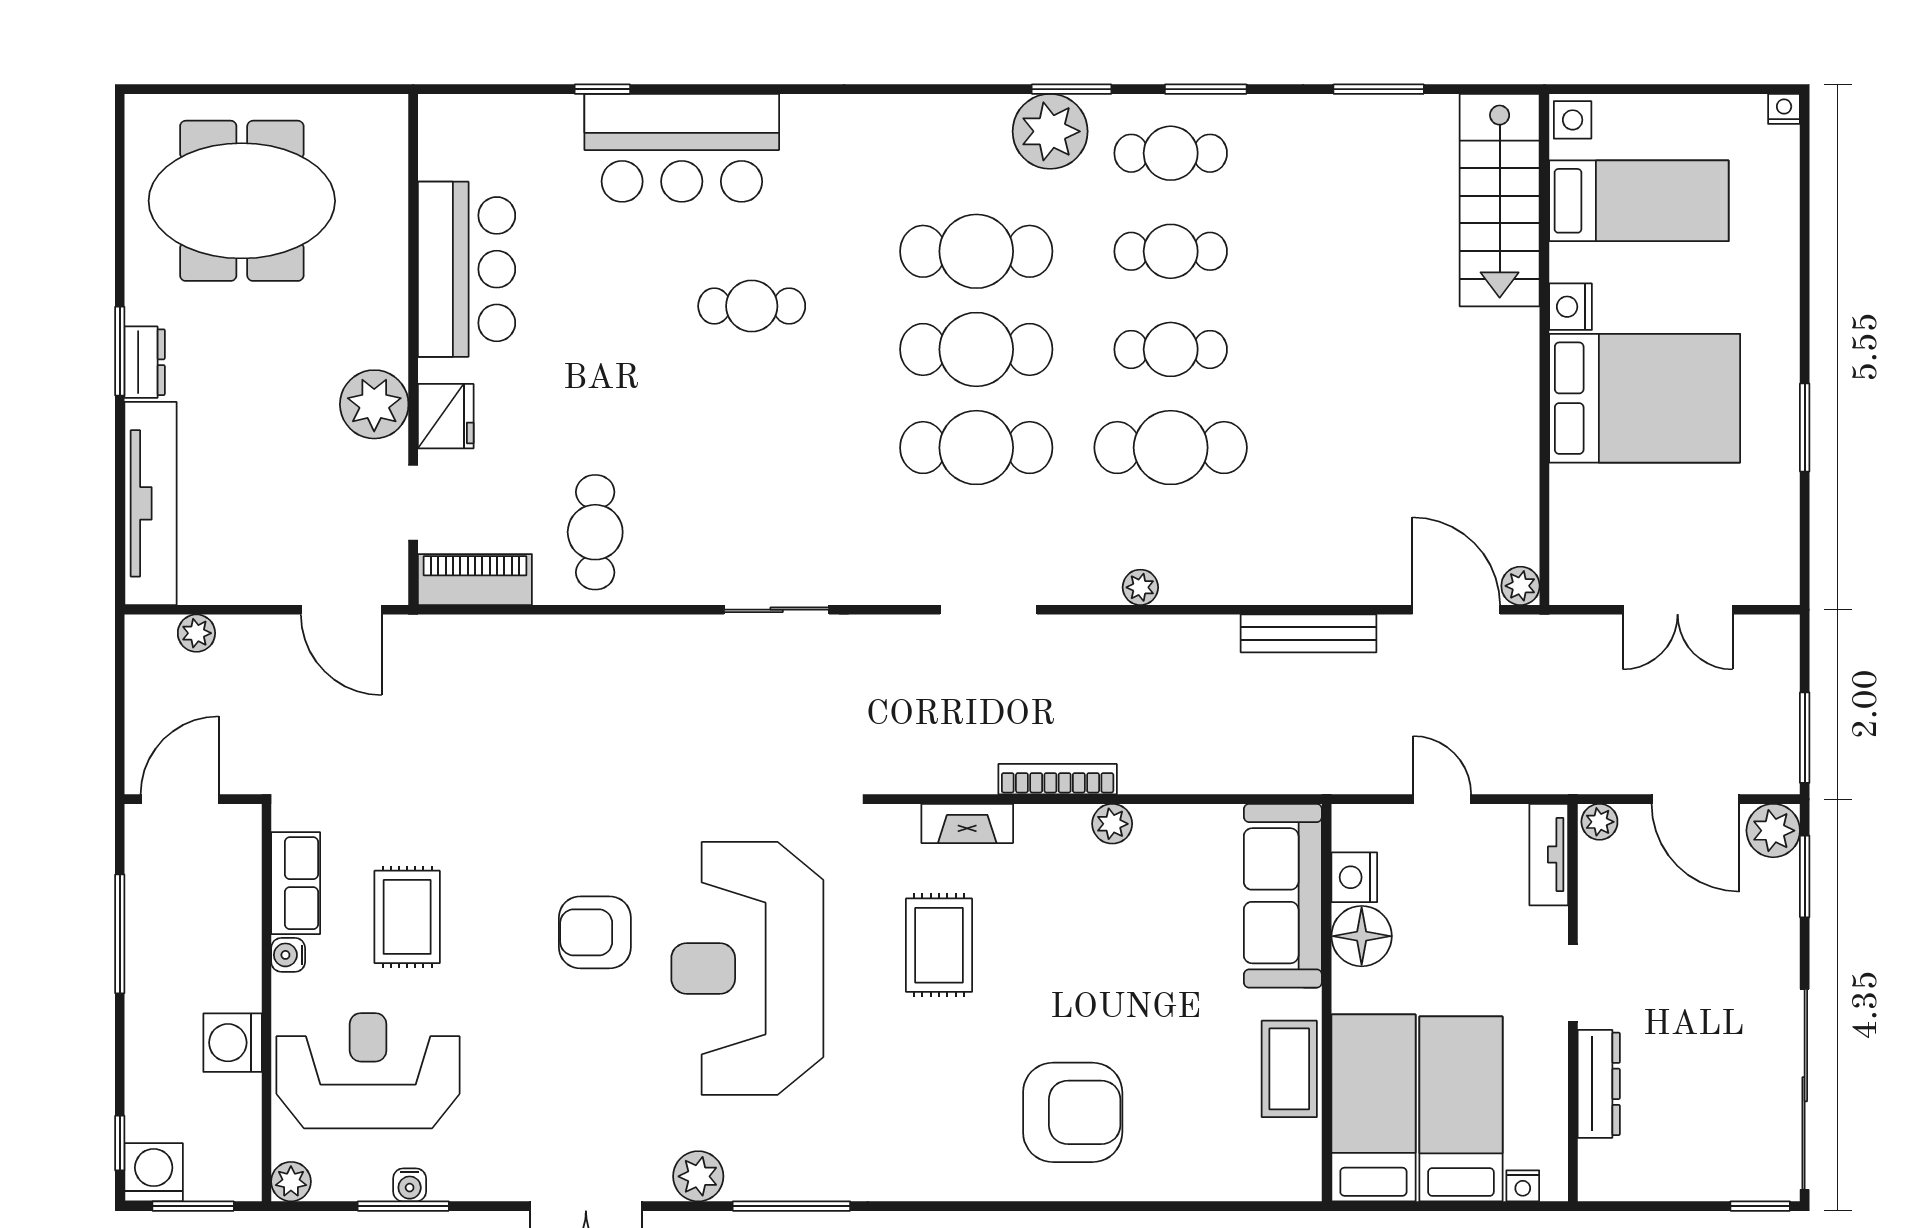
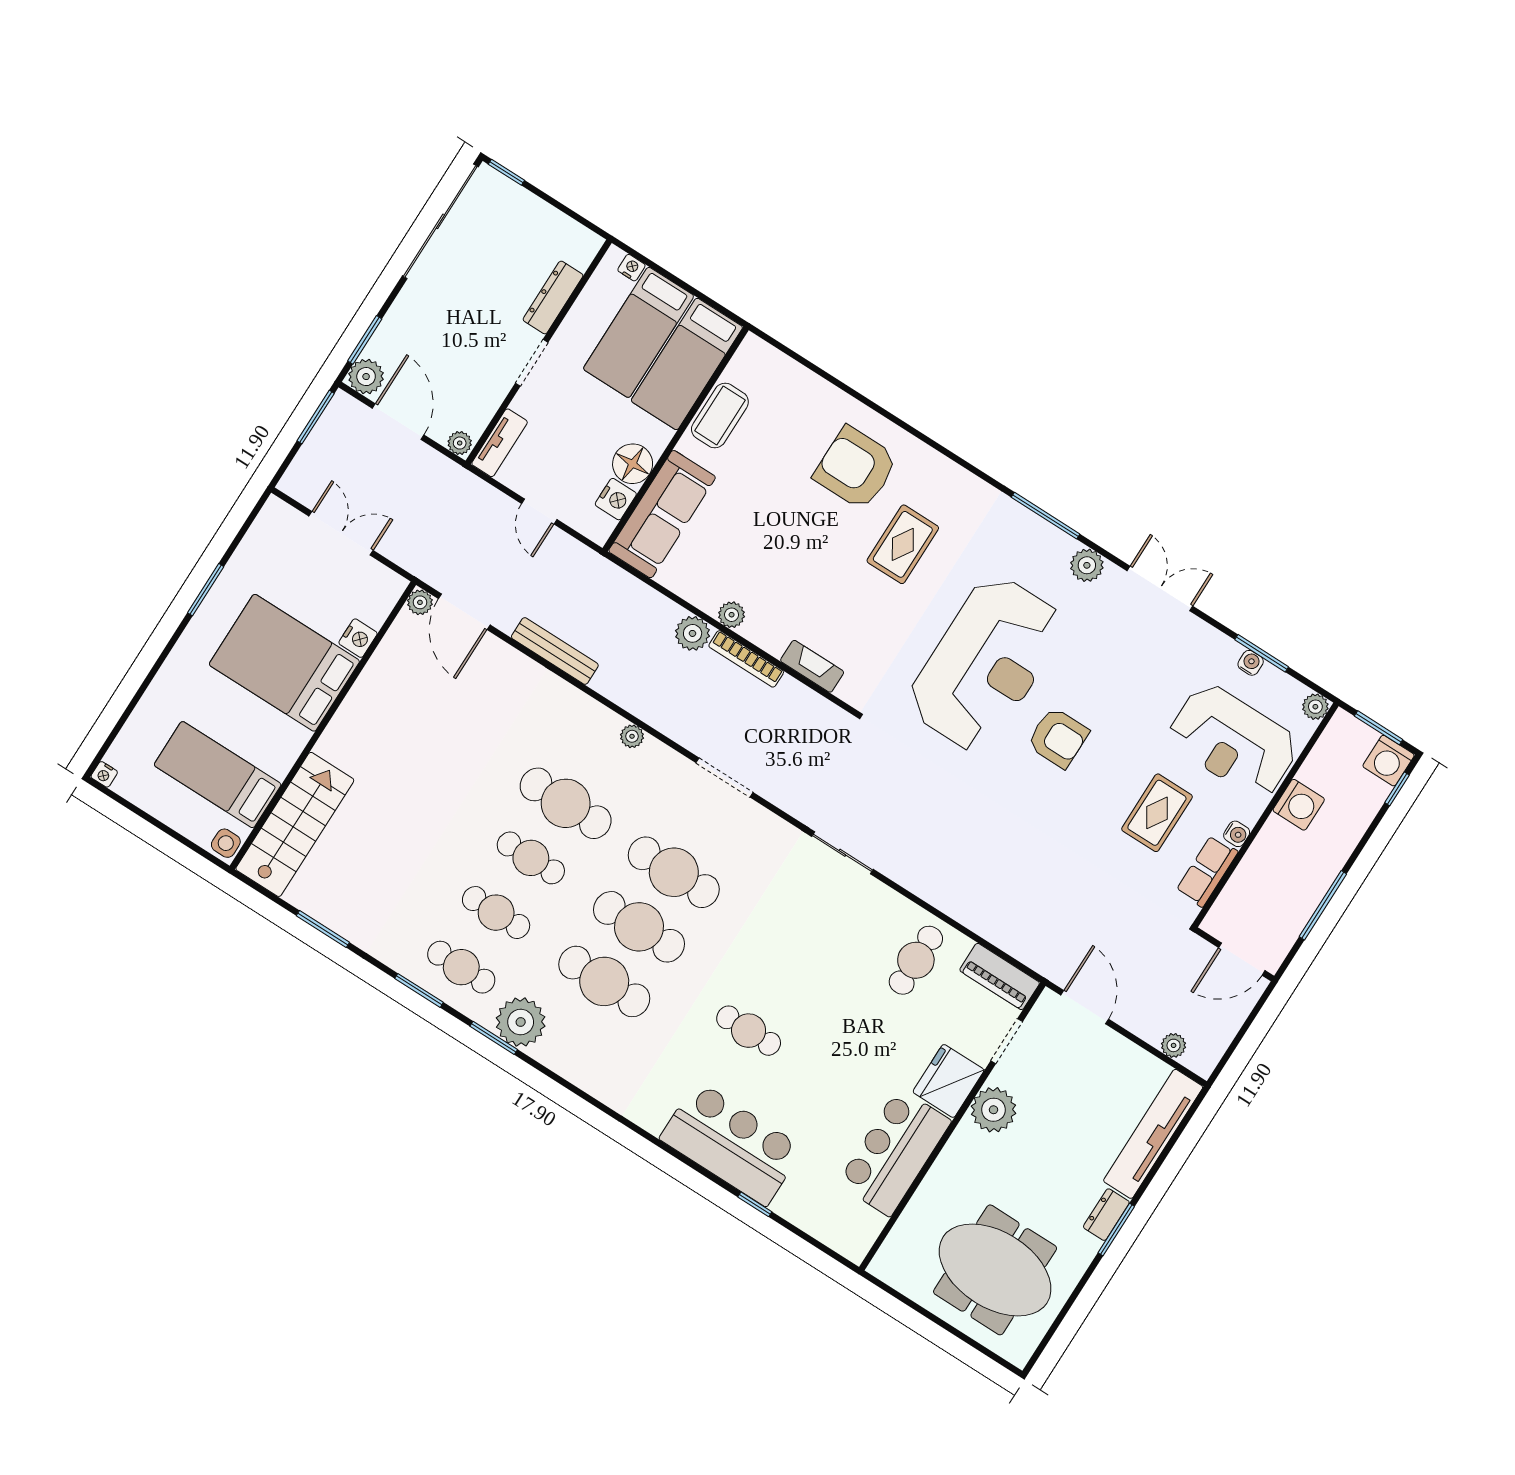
nightstand: (1571, 307) -> (358, 638), moved
fridge: (446, 416) -> (949, 1081), width x1.36, depth x1.34
plant: (1147, 768) -> (693, 633), added
rug: (939, 945) -> (903, 544), moved

